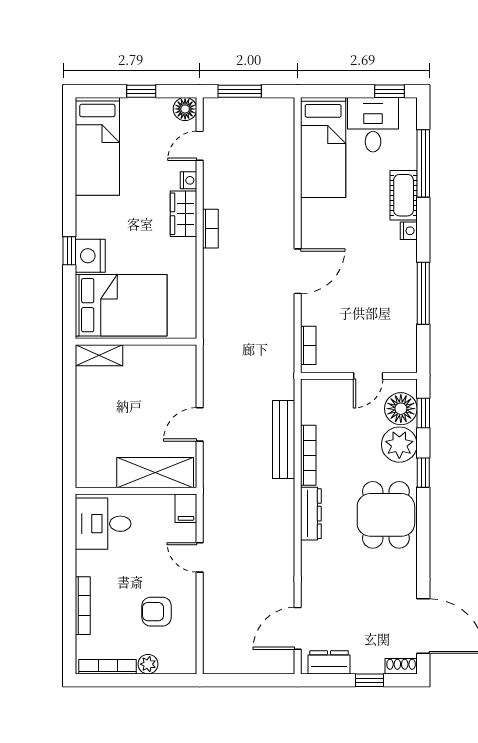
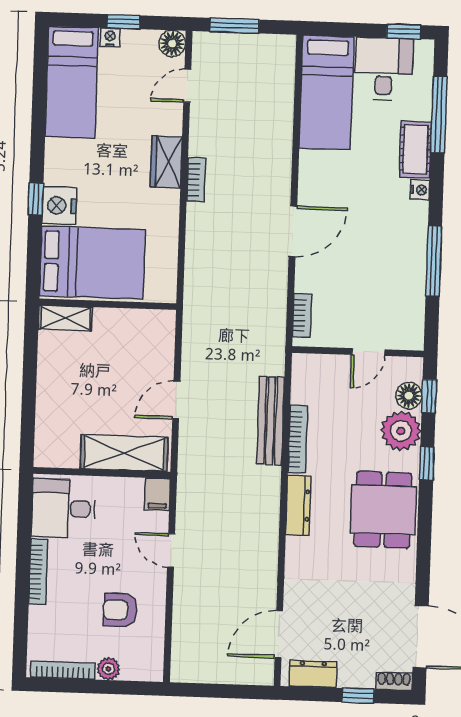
nightstand: (189, 180) -> (110, 37), moved, turned -90
floor lamp: (401, 409) -> (409, 396), width x0.73, depth x0.73
bookcase: (83, 606) -> (38, 572), moved

